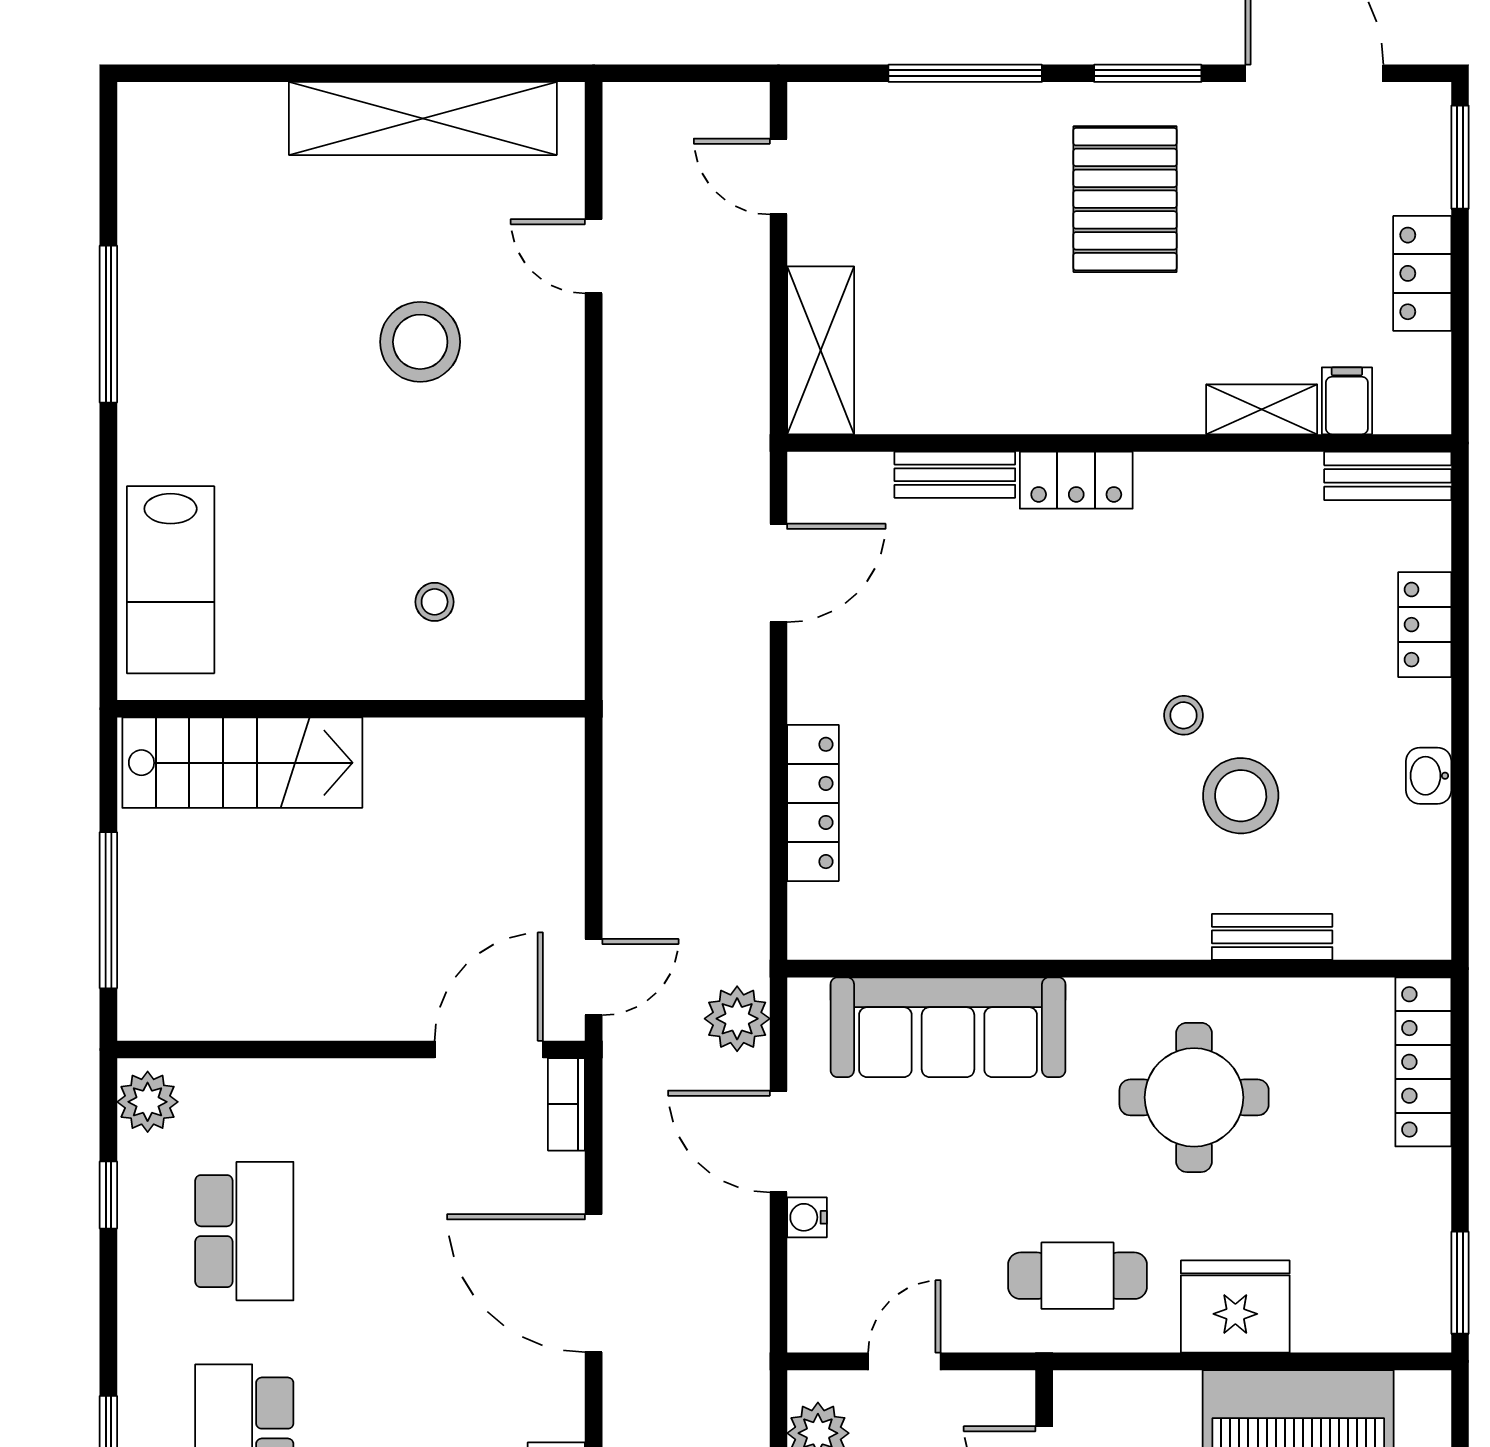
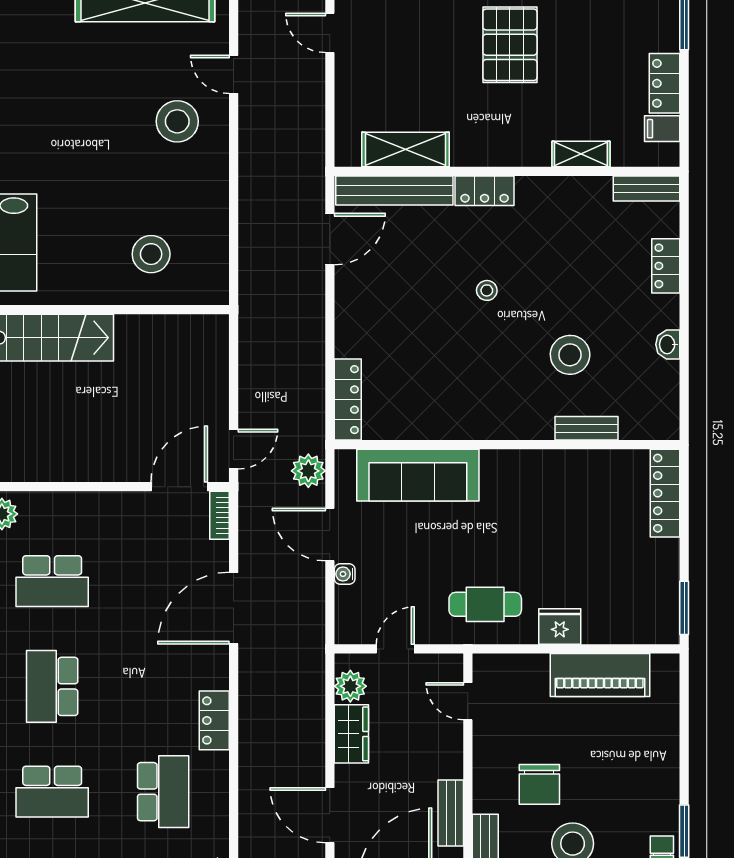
stool: (420, 342) -> (177, 121), moved
shelving: (821, 350) -> (406, 150), moved, turned 90
filing cabinet: (1347, 401) -> (662, 129), moved, turned -90
bench: (955, 475) -> (394, 191), width x1.86, depth x1.21
stool: (435, 602) -> (151, 254), width x1.89, depth x1.89
stool: (1184, 715) -> (487, 290), moved
locker: (813, 803) -> (348, 400), moved
round table: (1194, 1097) -> (546, 512), removed
school desk: (244, 1231) -> (52, 581), turned 90
door: (594, 1283) -> (234, 608), hinge flipped
fridge: (1235, 1307) -> (560, 626), width x0.73, depth x0.75

